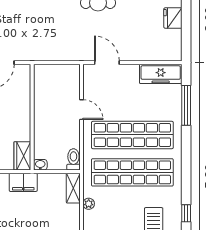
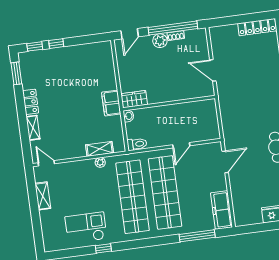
shelving: (73, 188) -> (100, 149), moved

